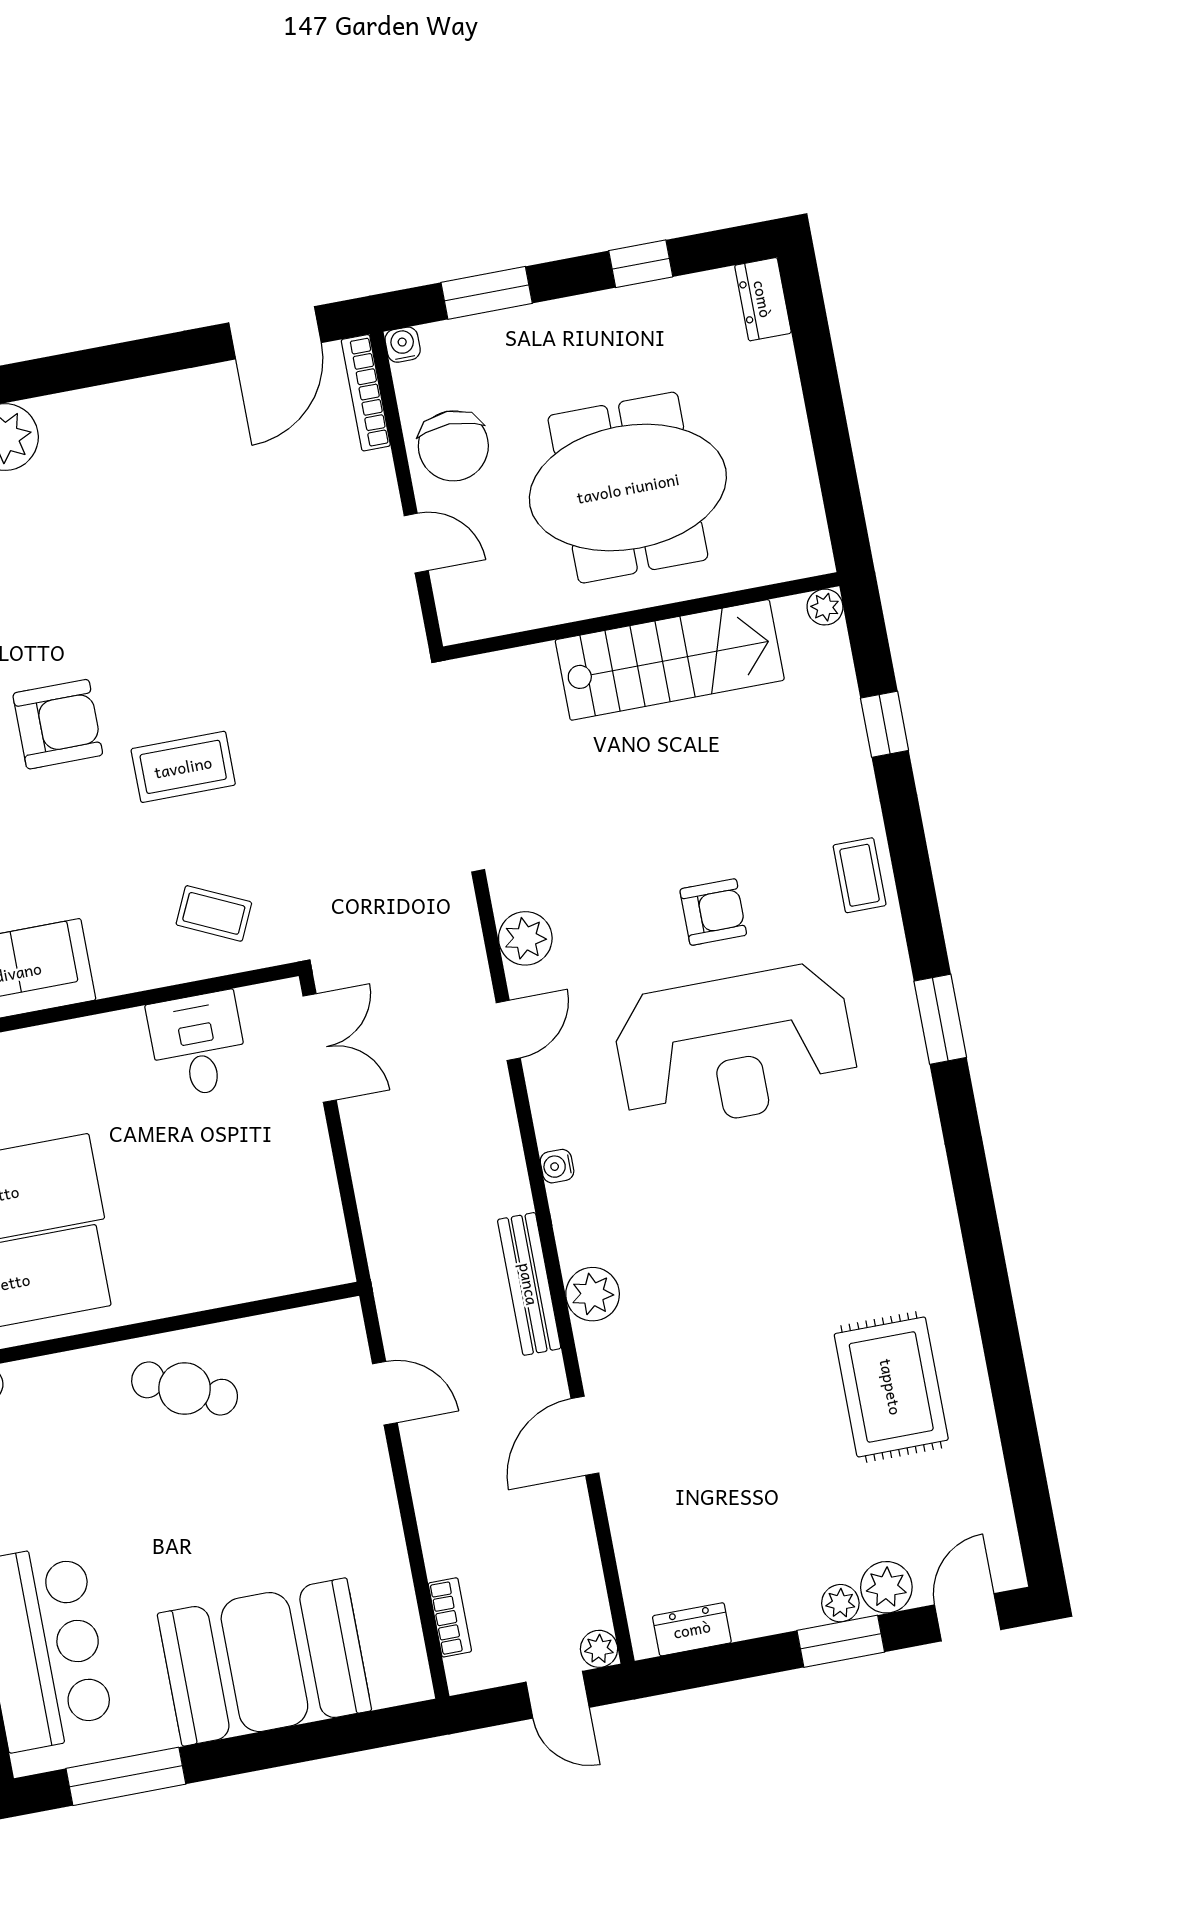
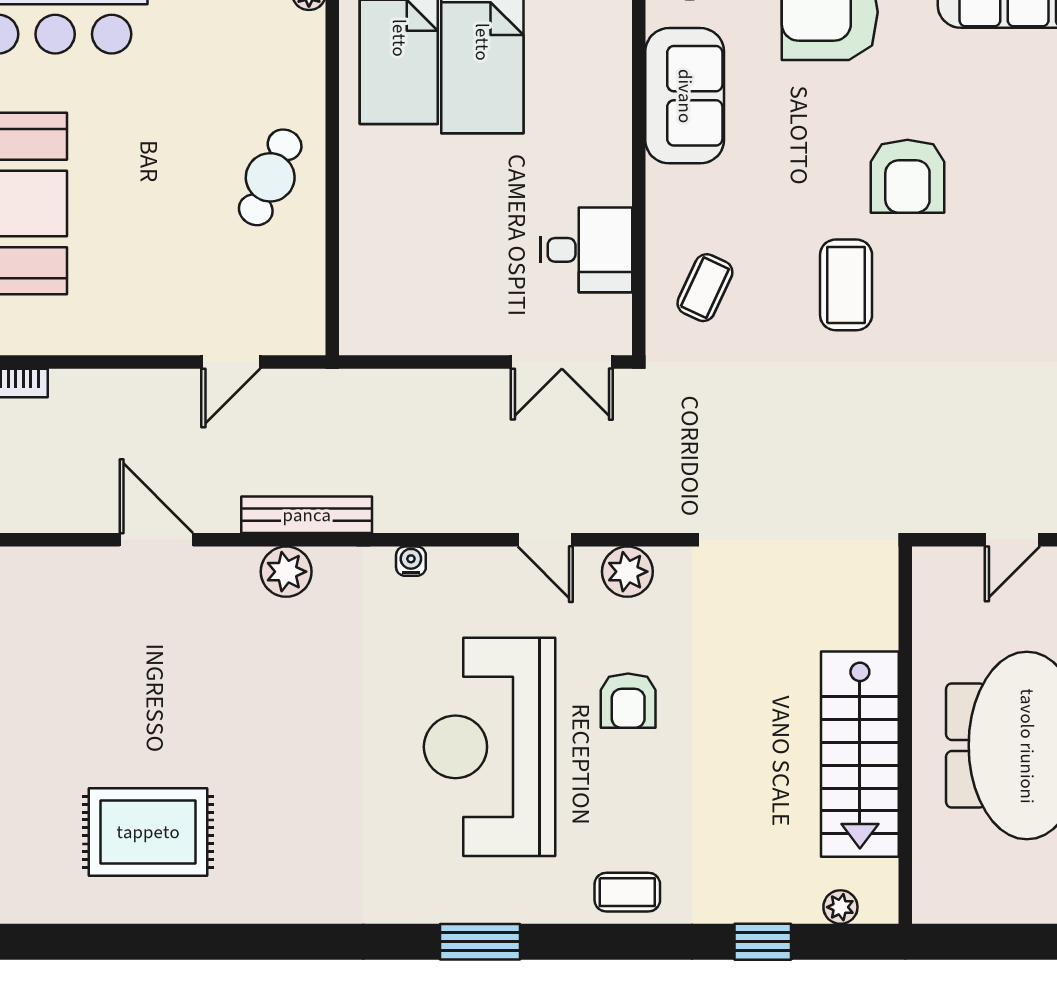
plant: (825, 607) -> (840, 907), moved
armchair: (713, 912) -> (628, 701), moved

